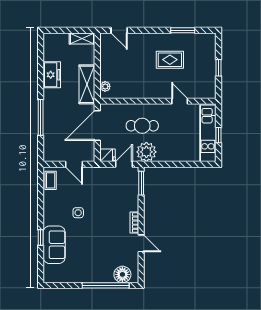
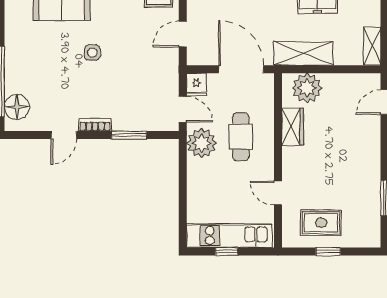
rug: (170, 60) -> (321, 223), moved, turned 90
plant: (105, 86) -> (307, 88), width x1.87, depth x1.87
wardrobe: (135, 91) -> (293, 127), added
door: (180, 101) -> (278, 193), swing flipped
window: (141, 183) -> (129, 135), moved
side table: (78, 213) -> (92, 53), moved

